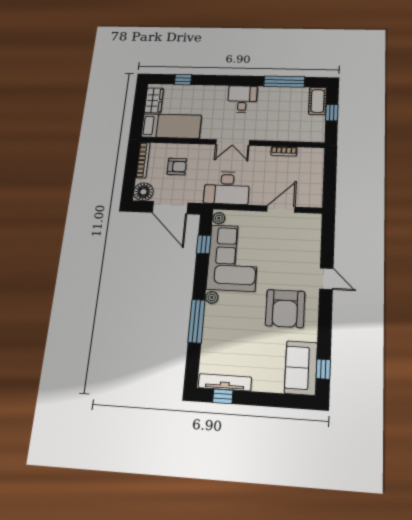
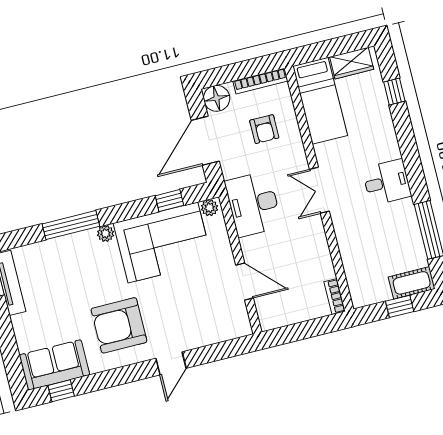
bookcase: (284, 151) -> (335, 296), moved

